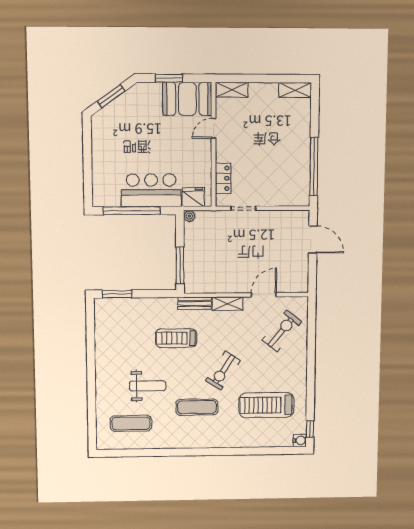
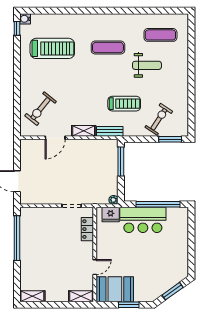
exercise bike: (223, 371) -> (159, 119), moved
weight bench: (148, 386) -> (147, 65), turned 180

